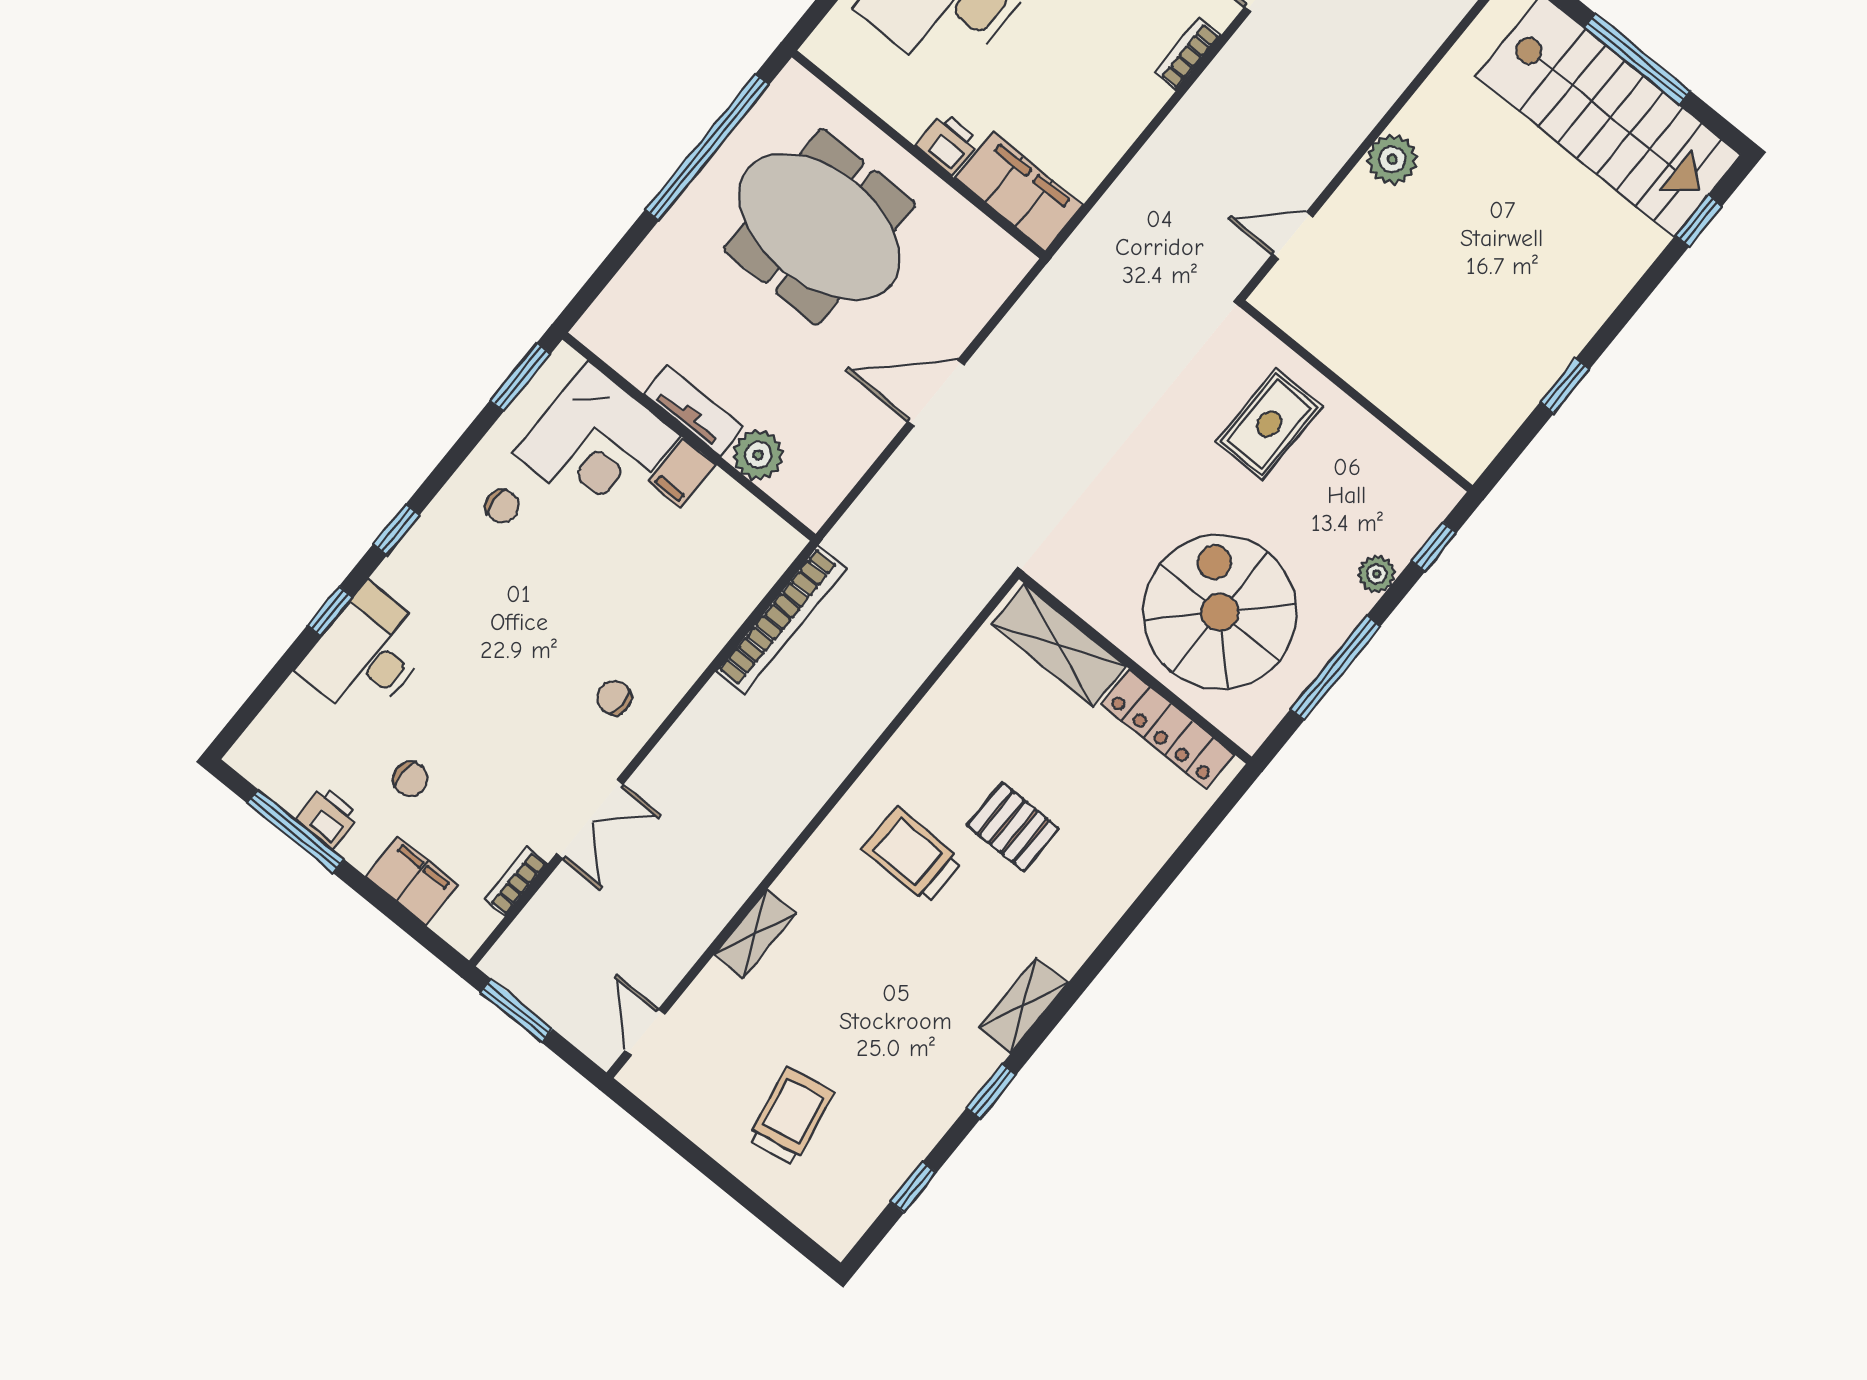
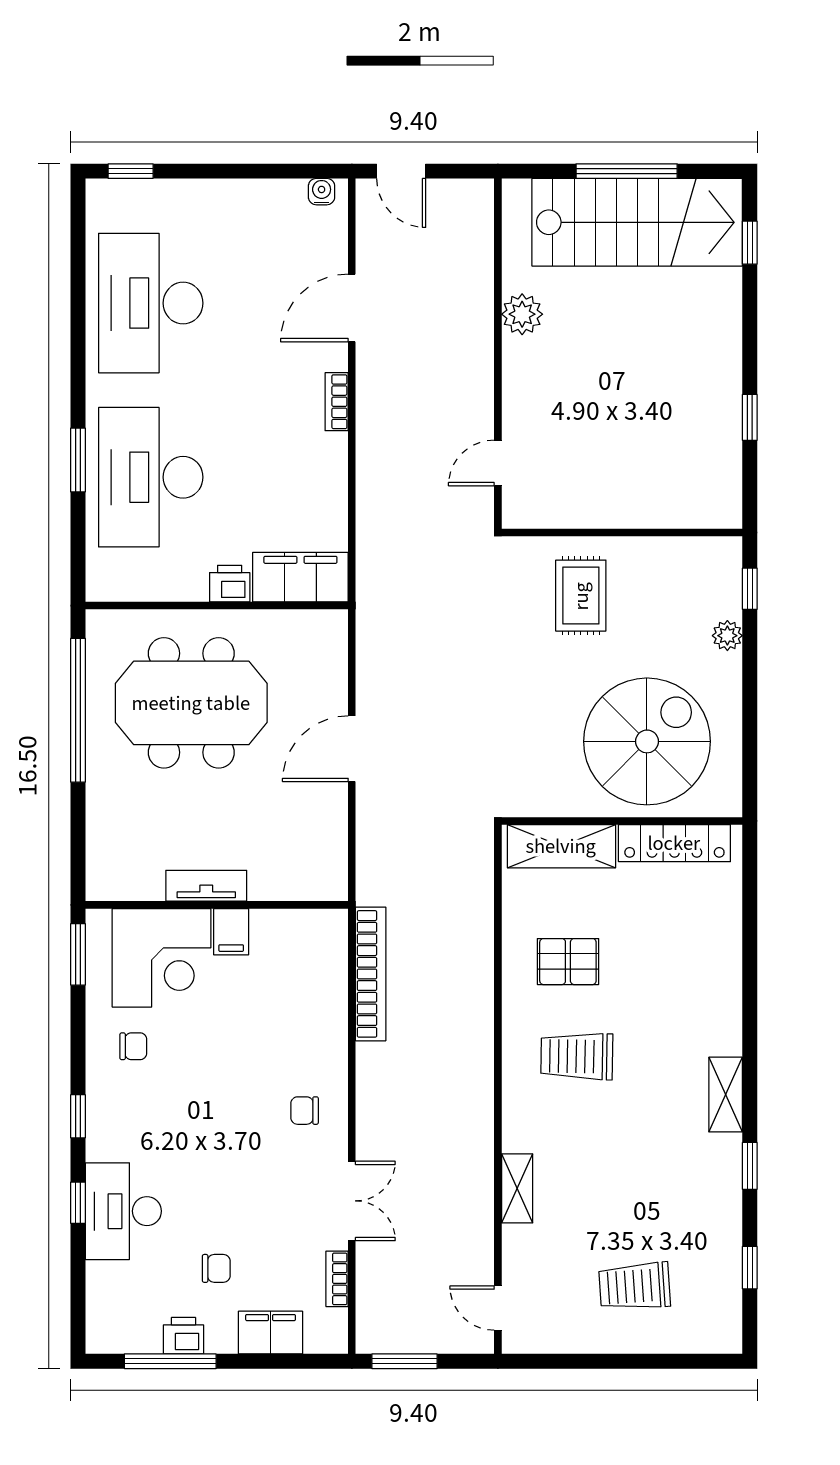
plant: (1392, 159) -> (522, 314), moved
plant: (758, 455) -> (270, 880), removed
spiral stairs: (1220, 612) -> (647, 741), turned 90
window: (1336, 668) -> (750, 717), removed
pallet: (1013, 827) -> (568, 962), moved
trolley: (791, 1116) -> (635, 1286), turned -83

